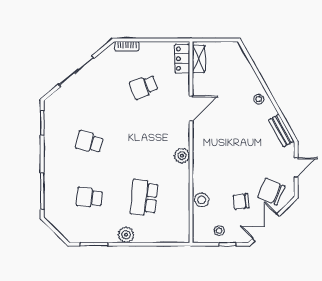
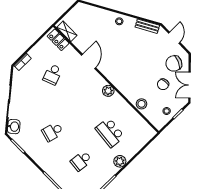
washbasin: (57, 100) -> (14, 127), added

